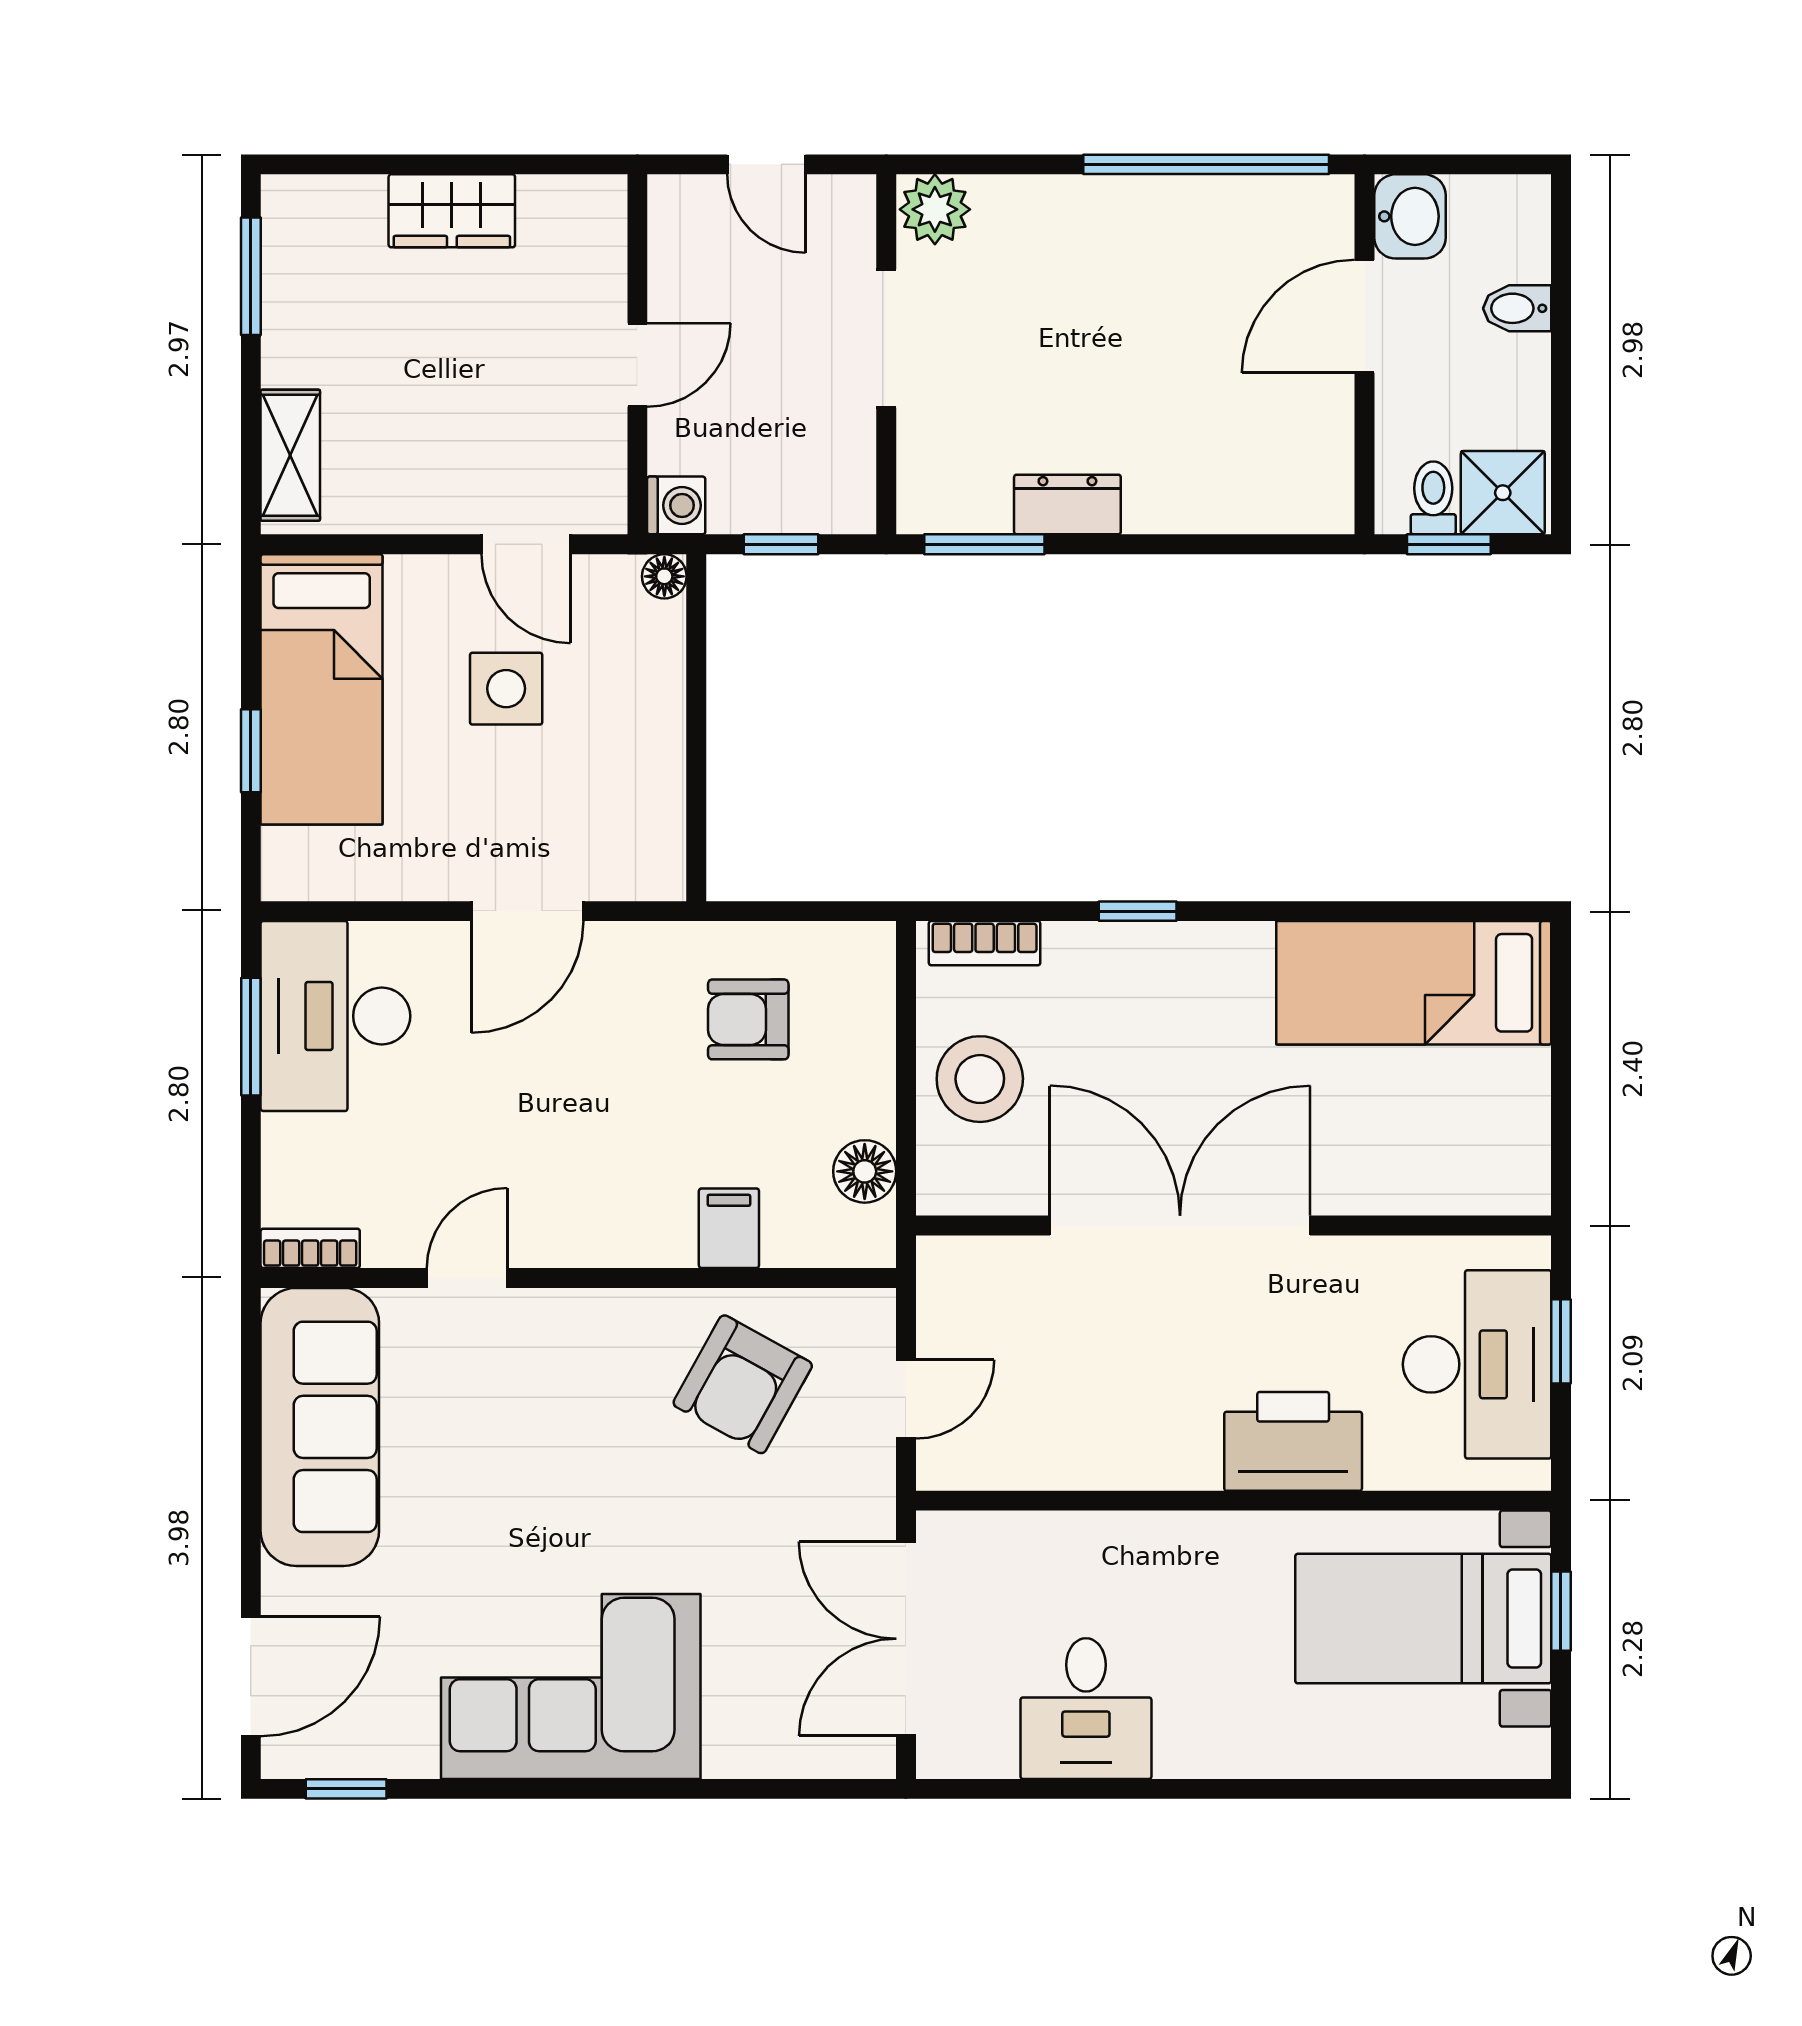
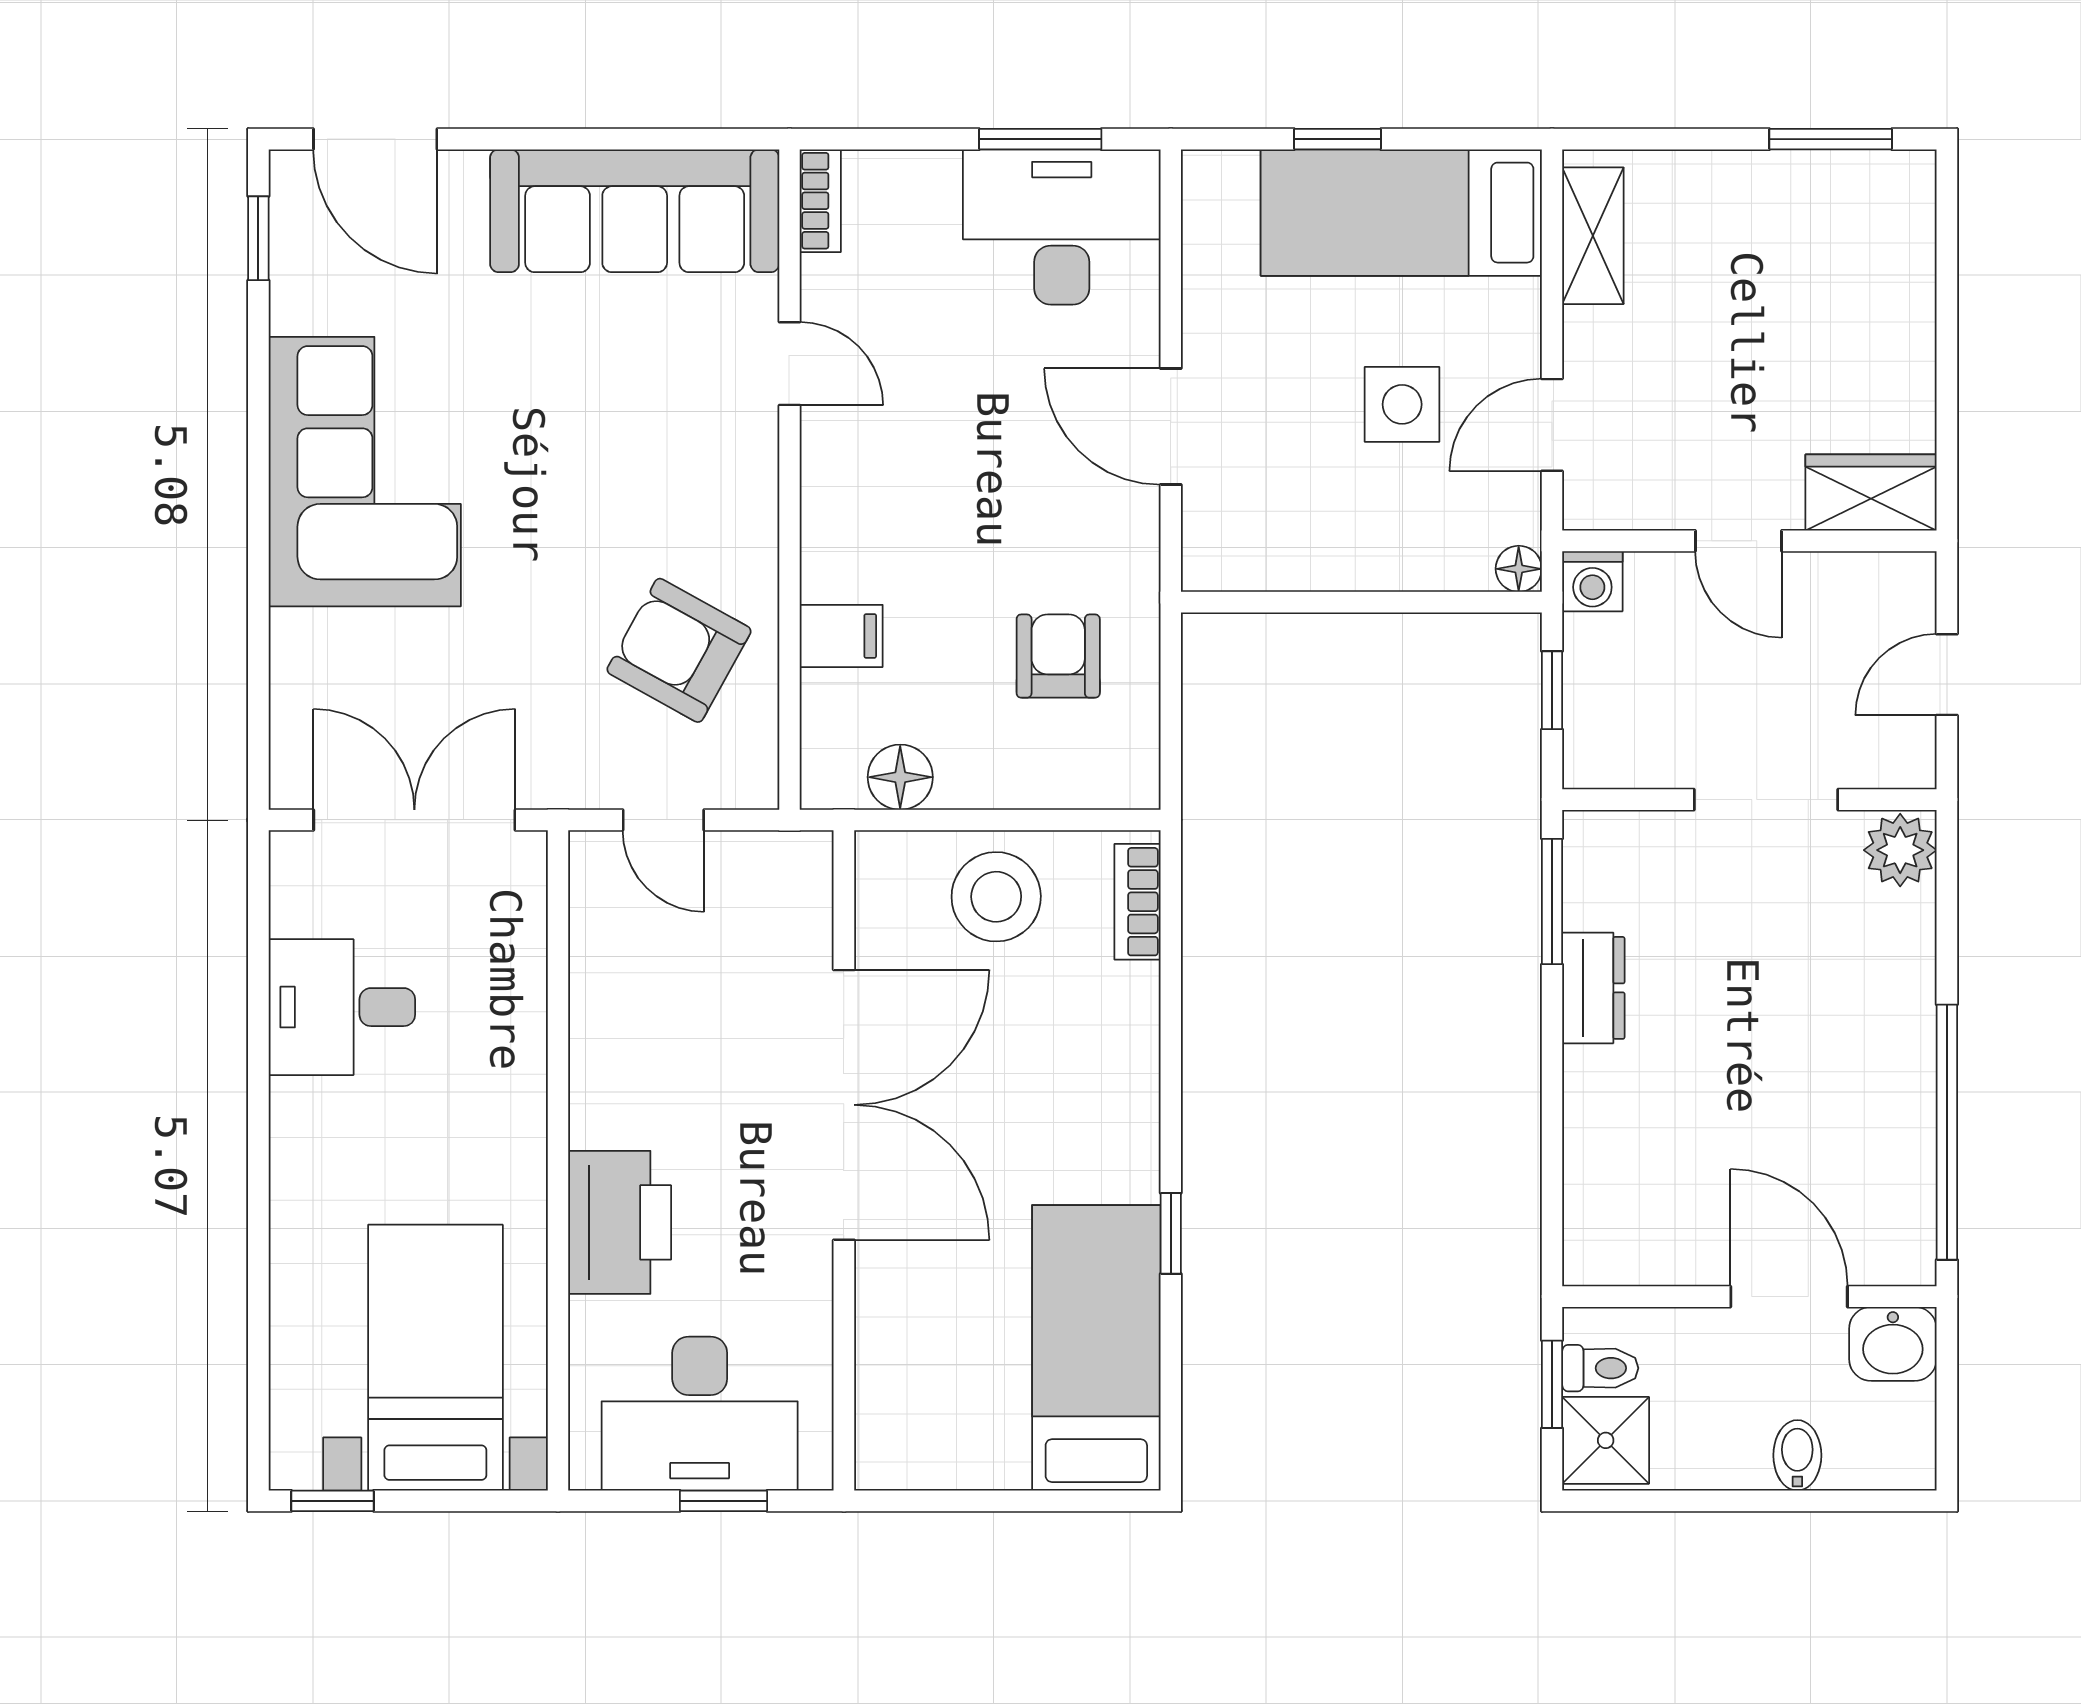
wardrobe: (452, 211) -> (1871, 493), moved, turned 90
shelving: (290, 455) -> (1593, 236), moved, turned 90
window: (1138, 911) -> (1171, 1233), moved
window: (1561, 1611) -> (332, 1501), moved

